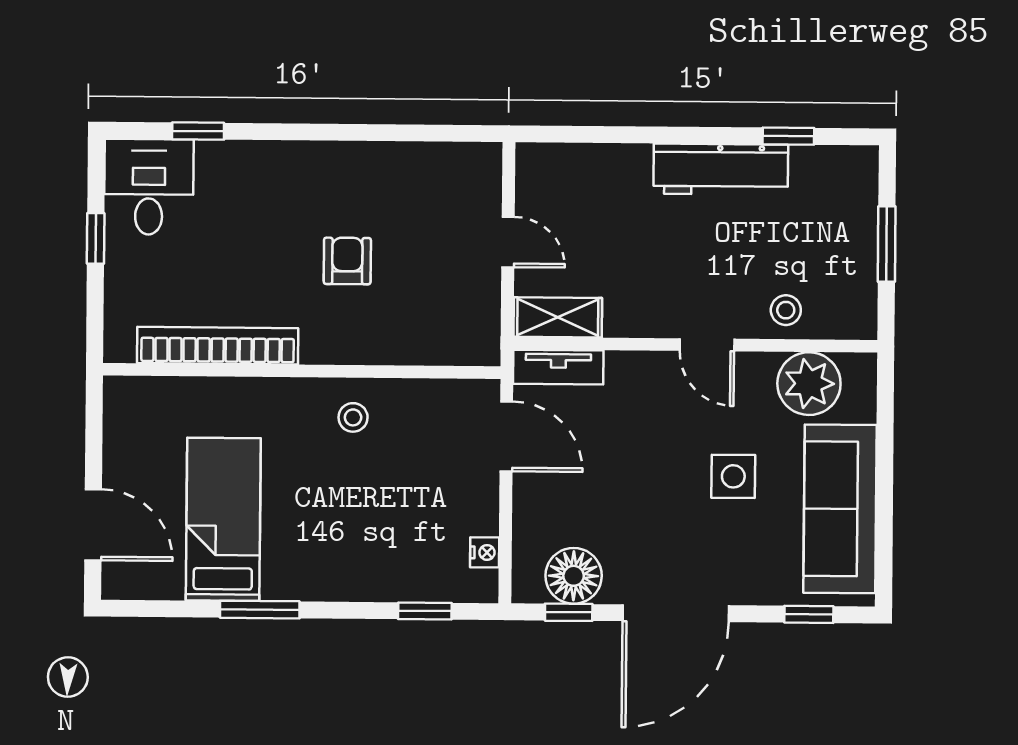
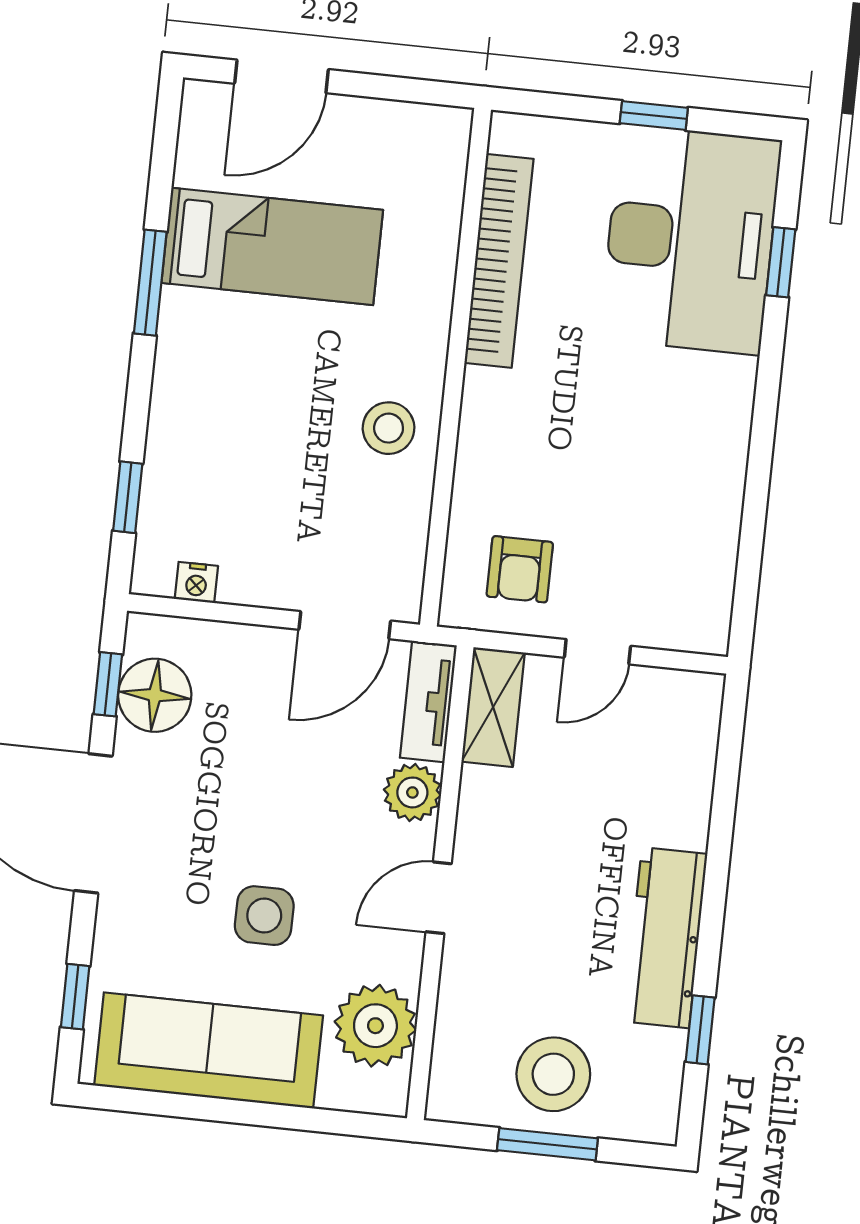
desk: (149, 187) -> (690, 239), width x1.87, depth x1.30
armchair: (347, 261) -> (520, 569), moved, turned 90
stool: (786, 310) -> (553, 1074), moved, width x1.89, depth x1.89
plant: (629, 373) -> (412, 792), added
stool: (353, 417) -> (389, 428), width x1.37, depth x1.37

